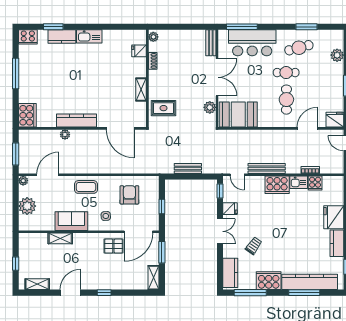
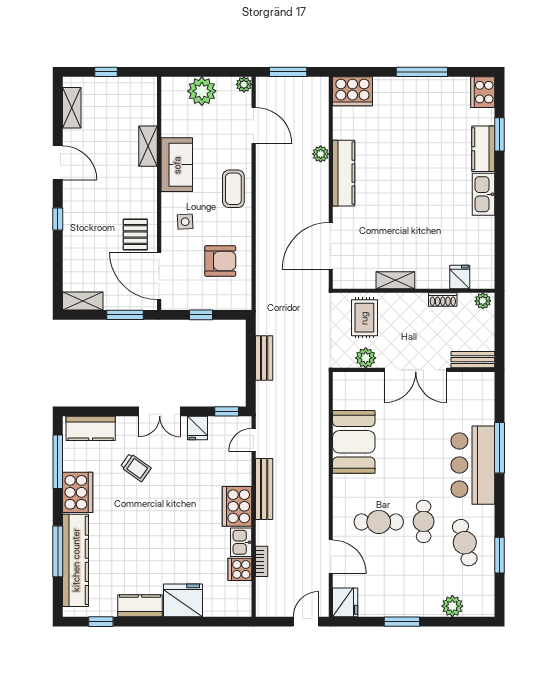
bench: (211, 43) -> (473, 360), moved
double door: (217, 77) -> (416, 370), moved
wall: (217, 78) -> (414, 370), moved
plant: (210, 107) -> (366, 358), moved

